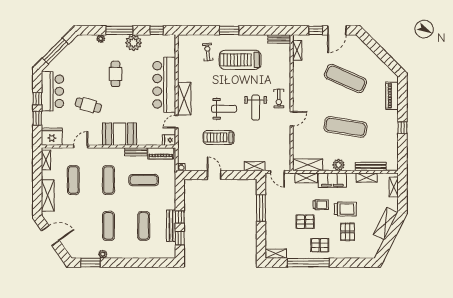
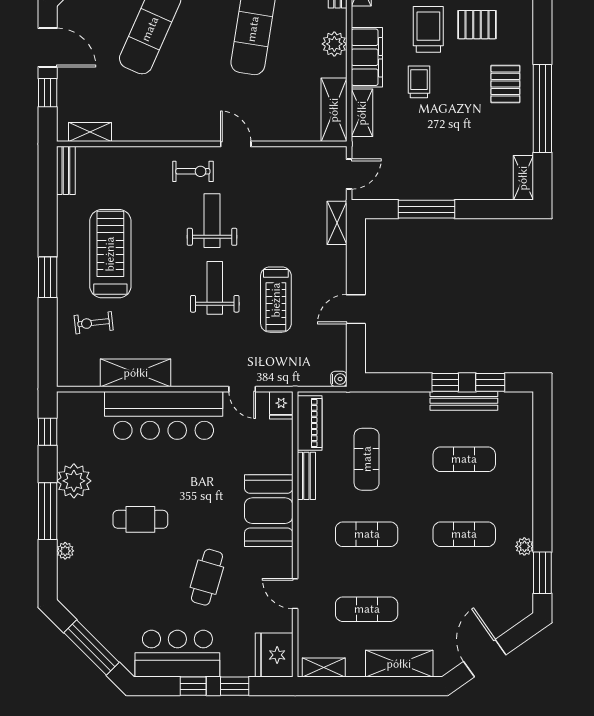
treadmill: (240, 60) -> (110, 254), turned 180
shelving: (184, 99) -> (136, 373), moved
weight bench: (256, 108) -> (212, 221), turned -90
pallet: (305, 222) -> (455, 115), removed

